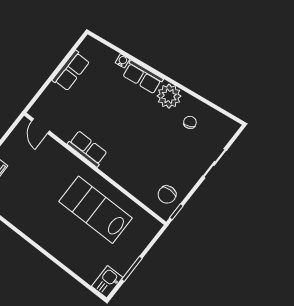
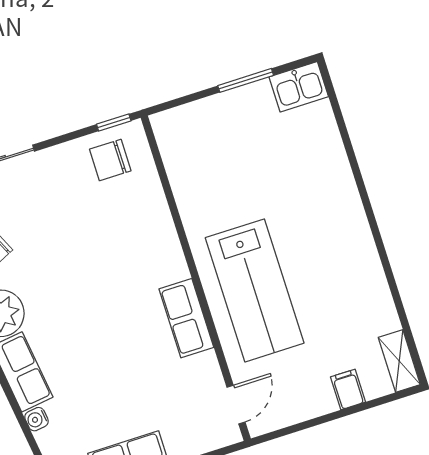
chair: (167, 195) -> (110, 160), turned 180
lab bench: (95, 210) -> (255, 290), moved

